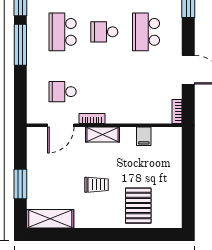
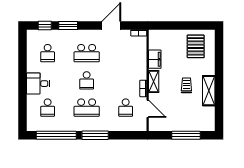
filing cabinet: (144, 136) -> (155, 59), width x2.00
window: (20, 184) -> (186, 135), width x1.44
pallet: (138, 206) -> (196, 46), moved, turned 90
shelving: (50, 219) -> (209, 91), moved

